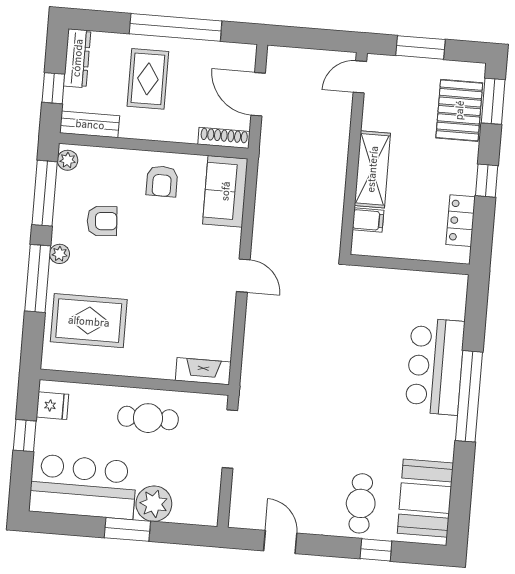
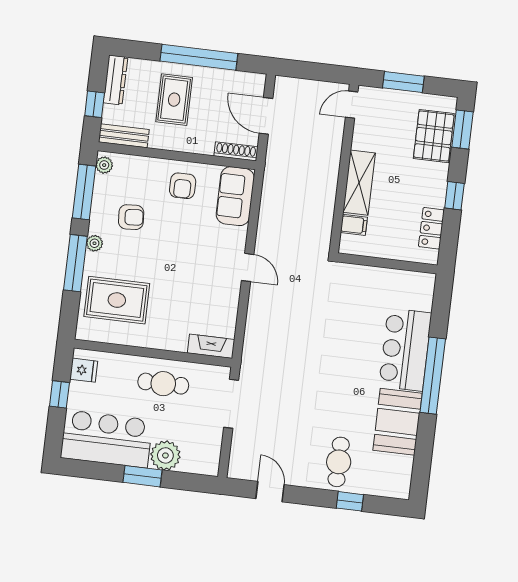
booth: (425, 498) -> (397, 422), moved

